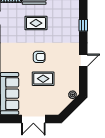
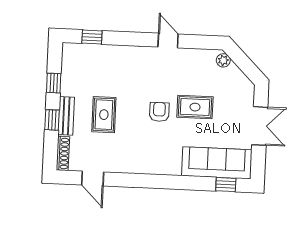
window: (83, 25) -> (92, 37), moved
rug: (43, 79) -> (195, 107), turned 90

